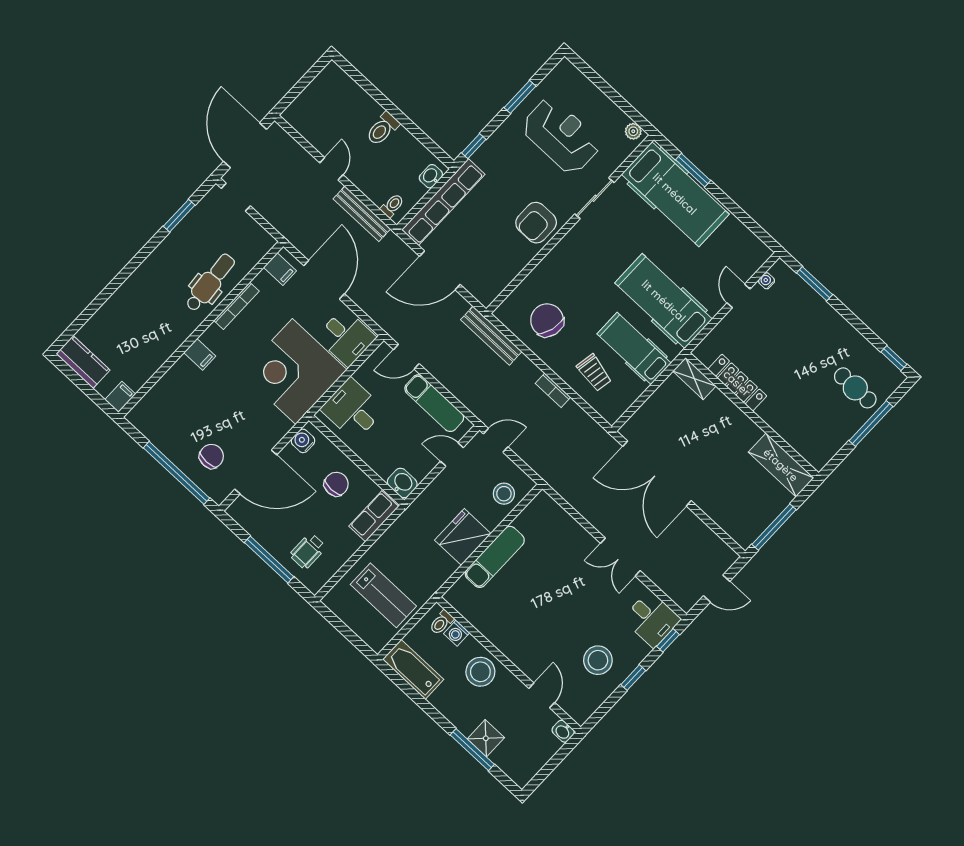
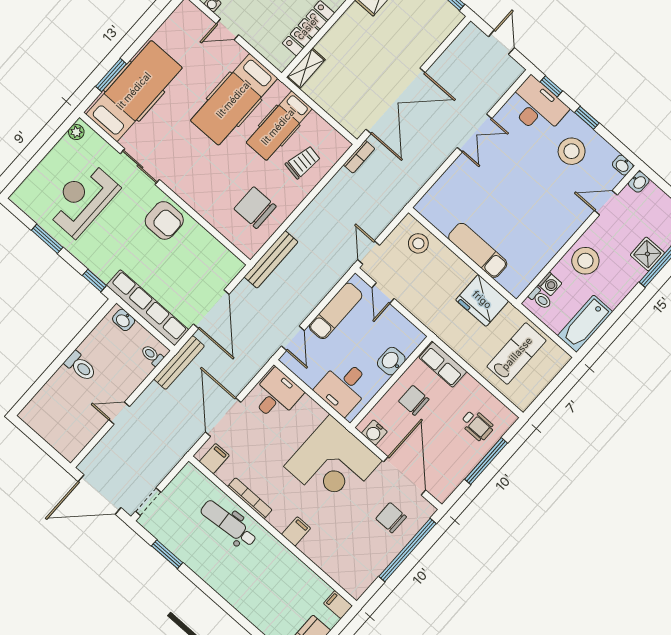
bench: (362, 214) -> (179, 363), moved
door: (324, 280) -> (223, 417), hinge flipped
chair: (547, 320) -> (255, 208), turned 75
corner desk: (294, 371) -> (333, 463), moved
bookcase: (553, 390) -> (359, 157), moved
washbasin: (402, 483) -> (391, 361), moved
fridge: (463, 537) -> (482, 300), moved
desk: (652, 619) -> (537, 107), width x1.37
washbasin: (582, 715) -> (623, 165), added

